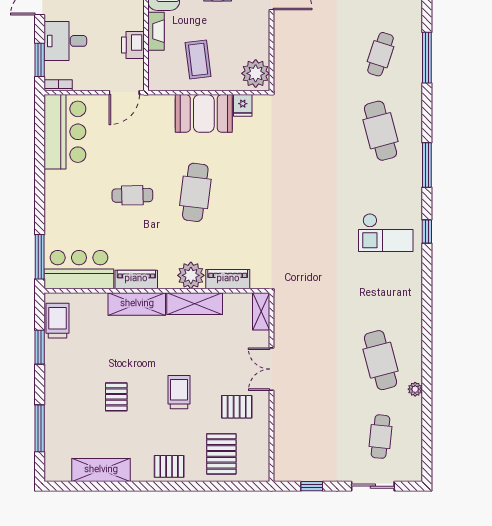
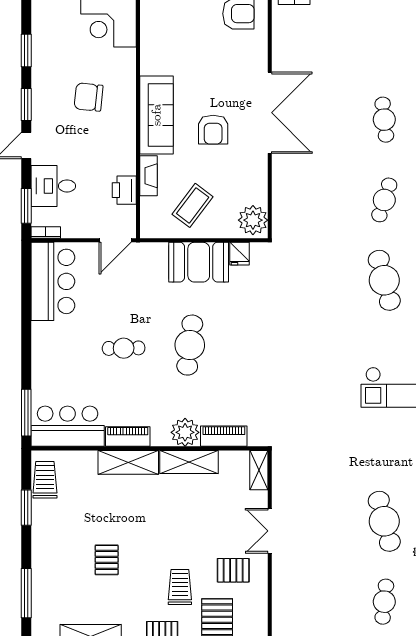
coffee table: (198, 59) -> (193, 205), turned 44
trolley: (179, 392) -> (180, 587), moved

